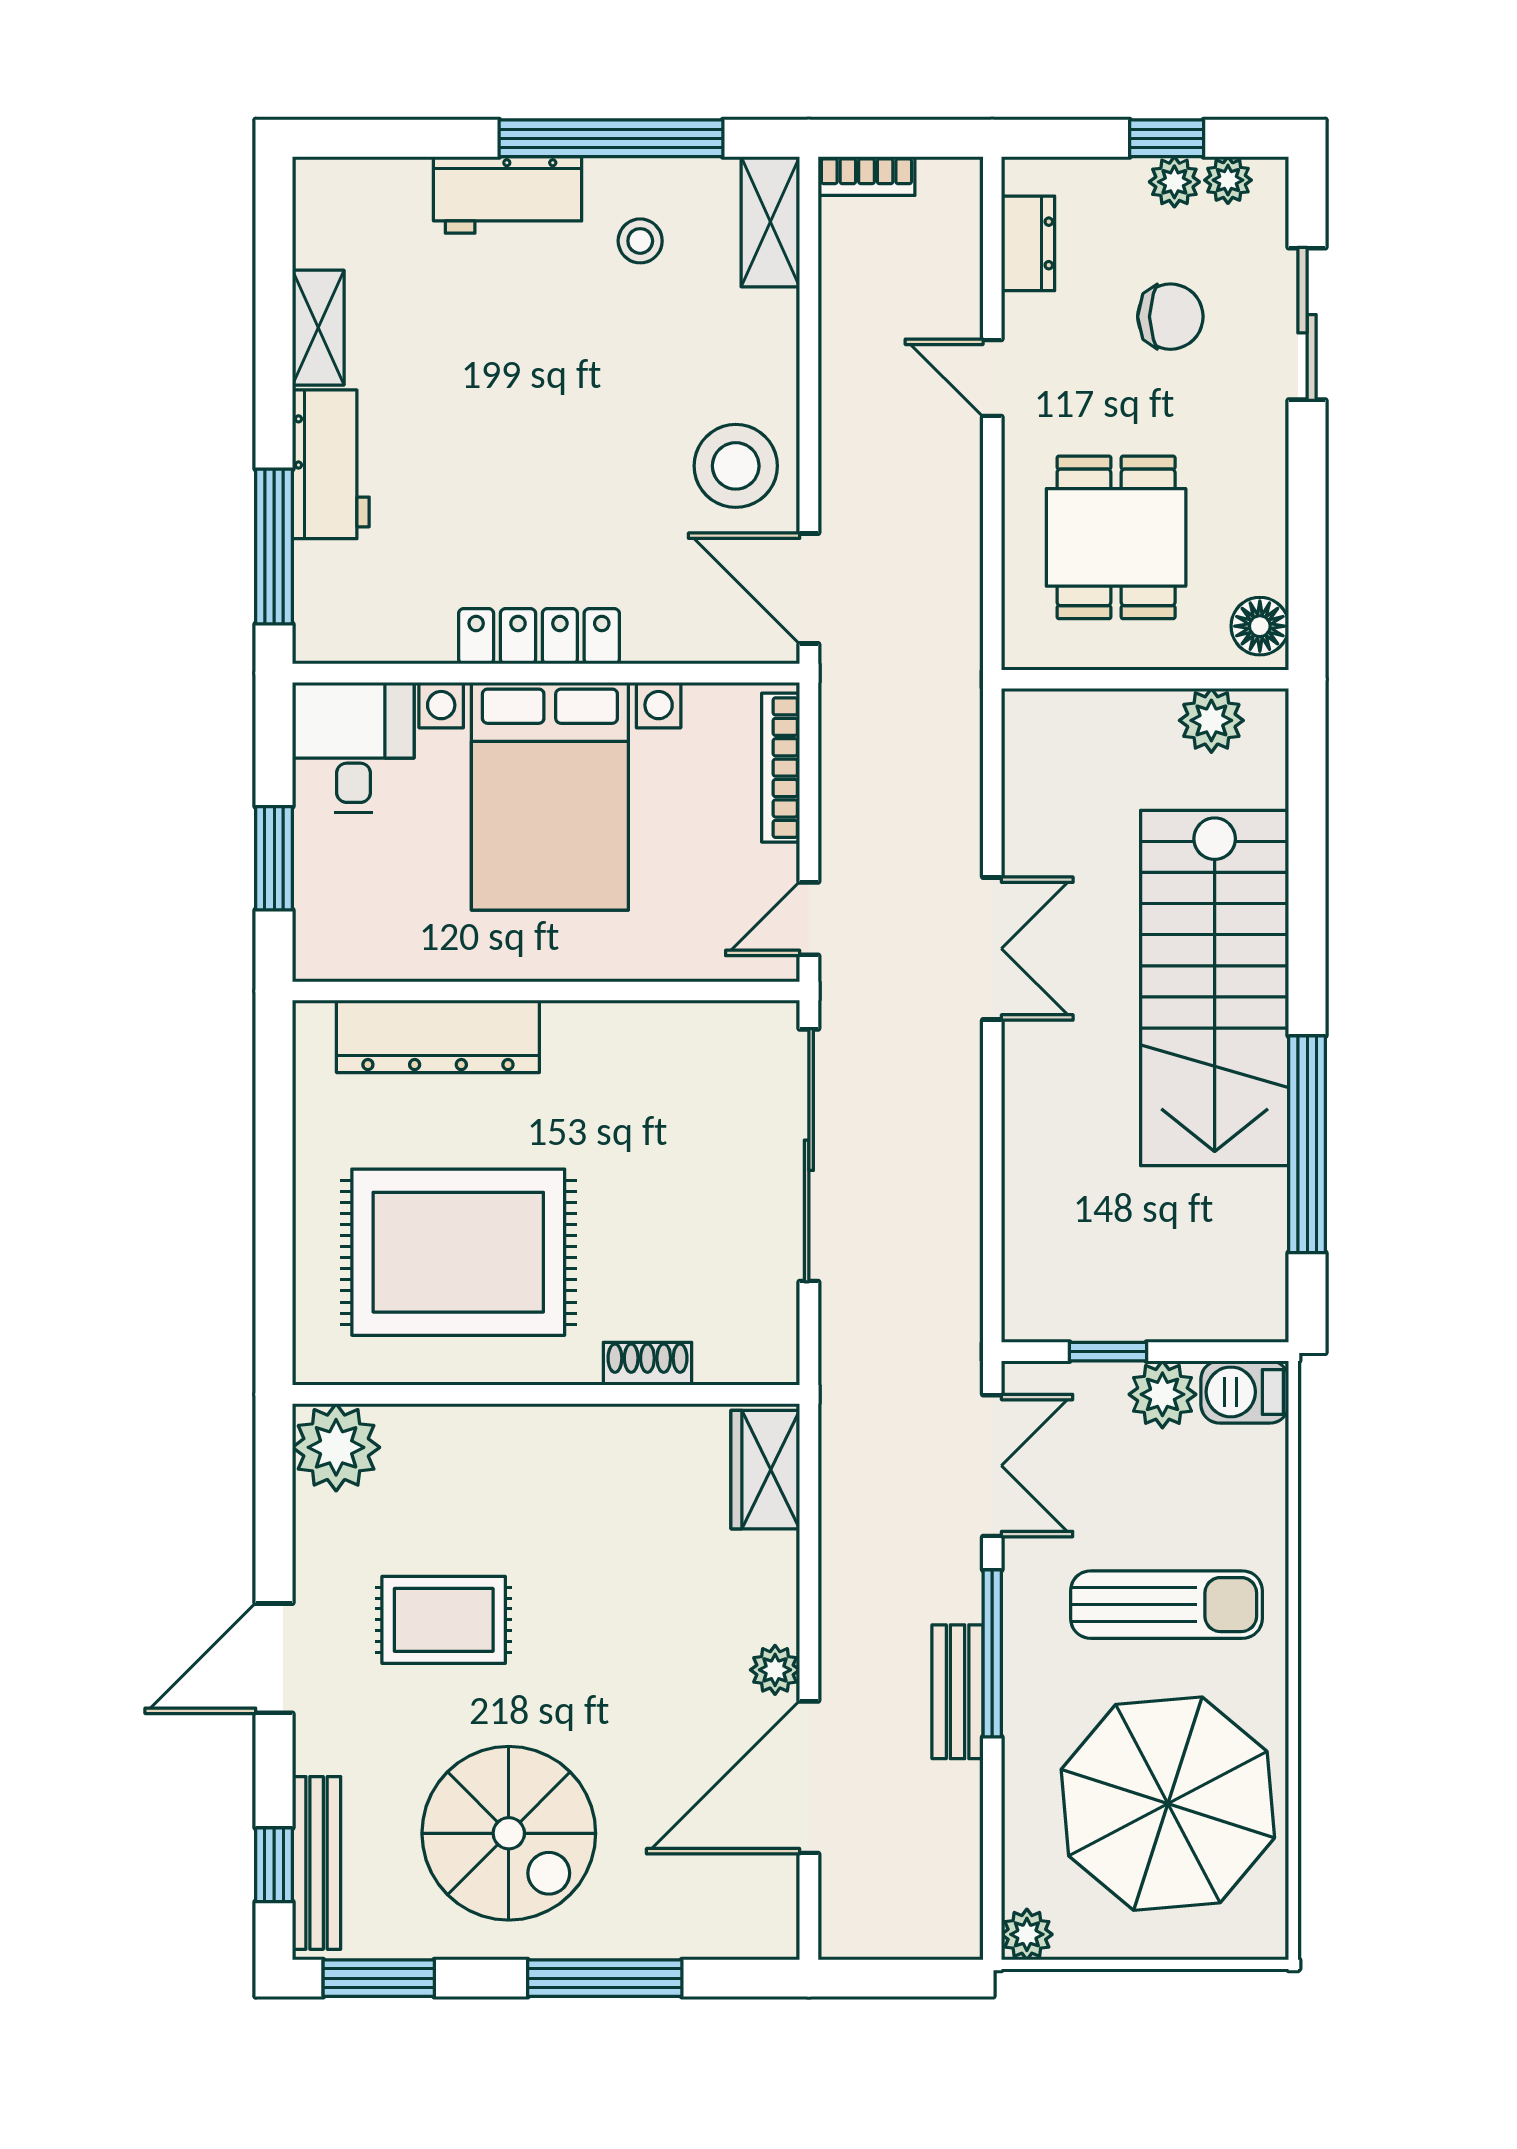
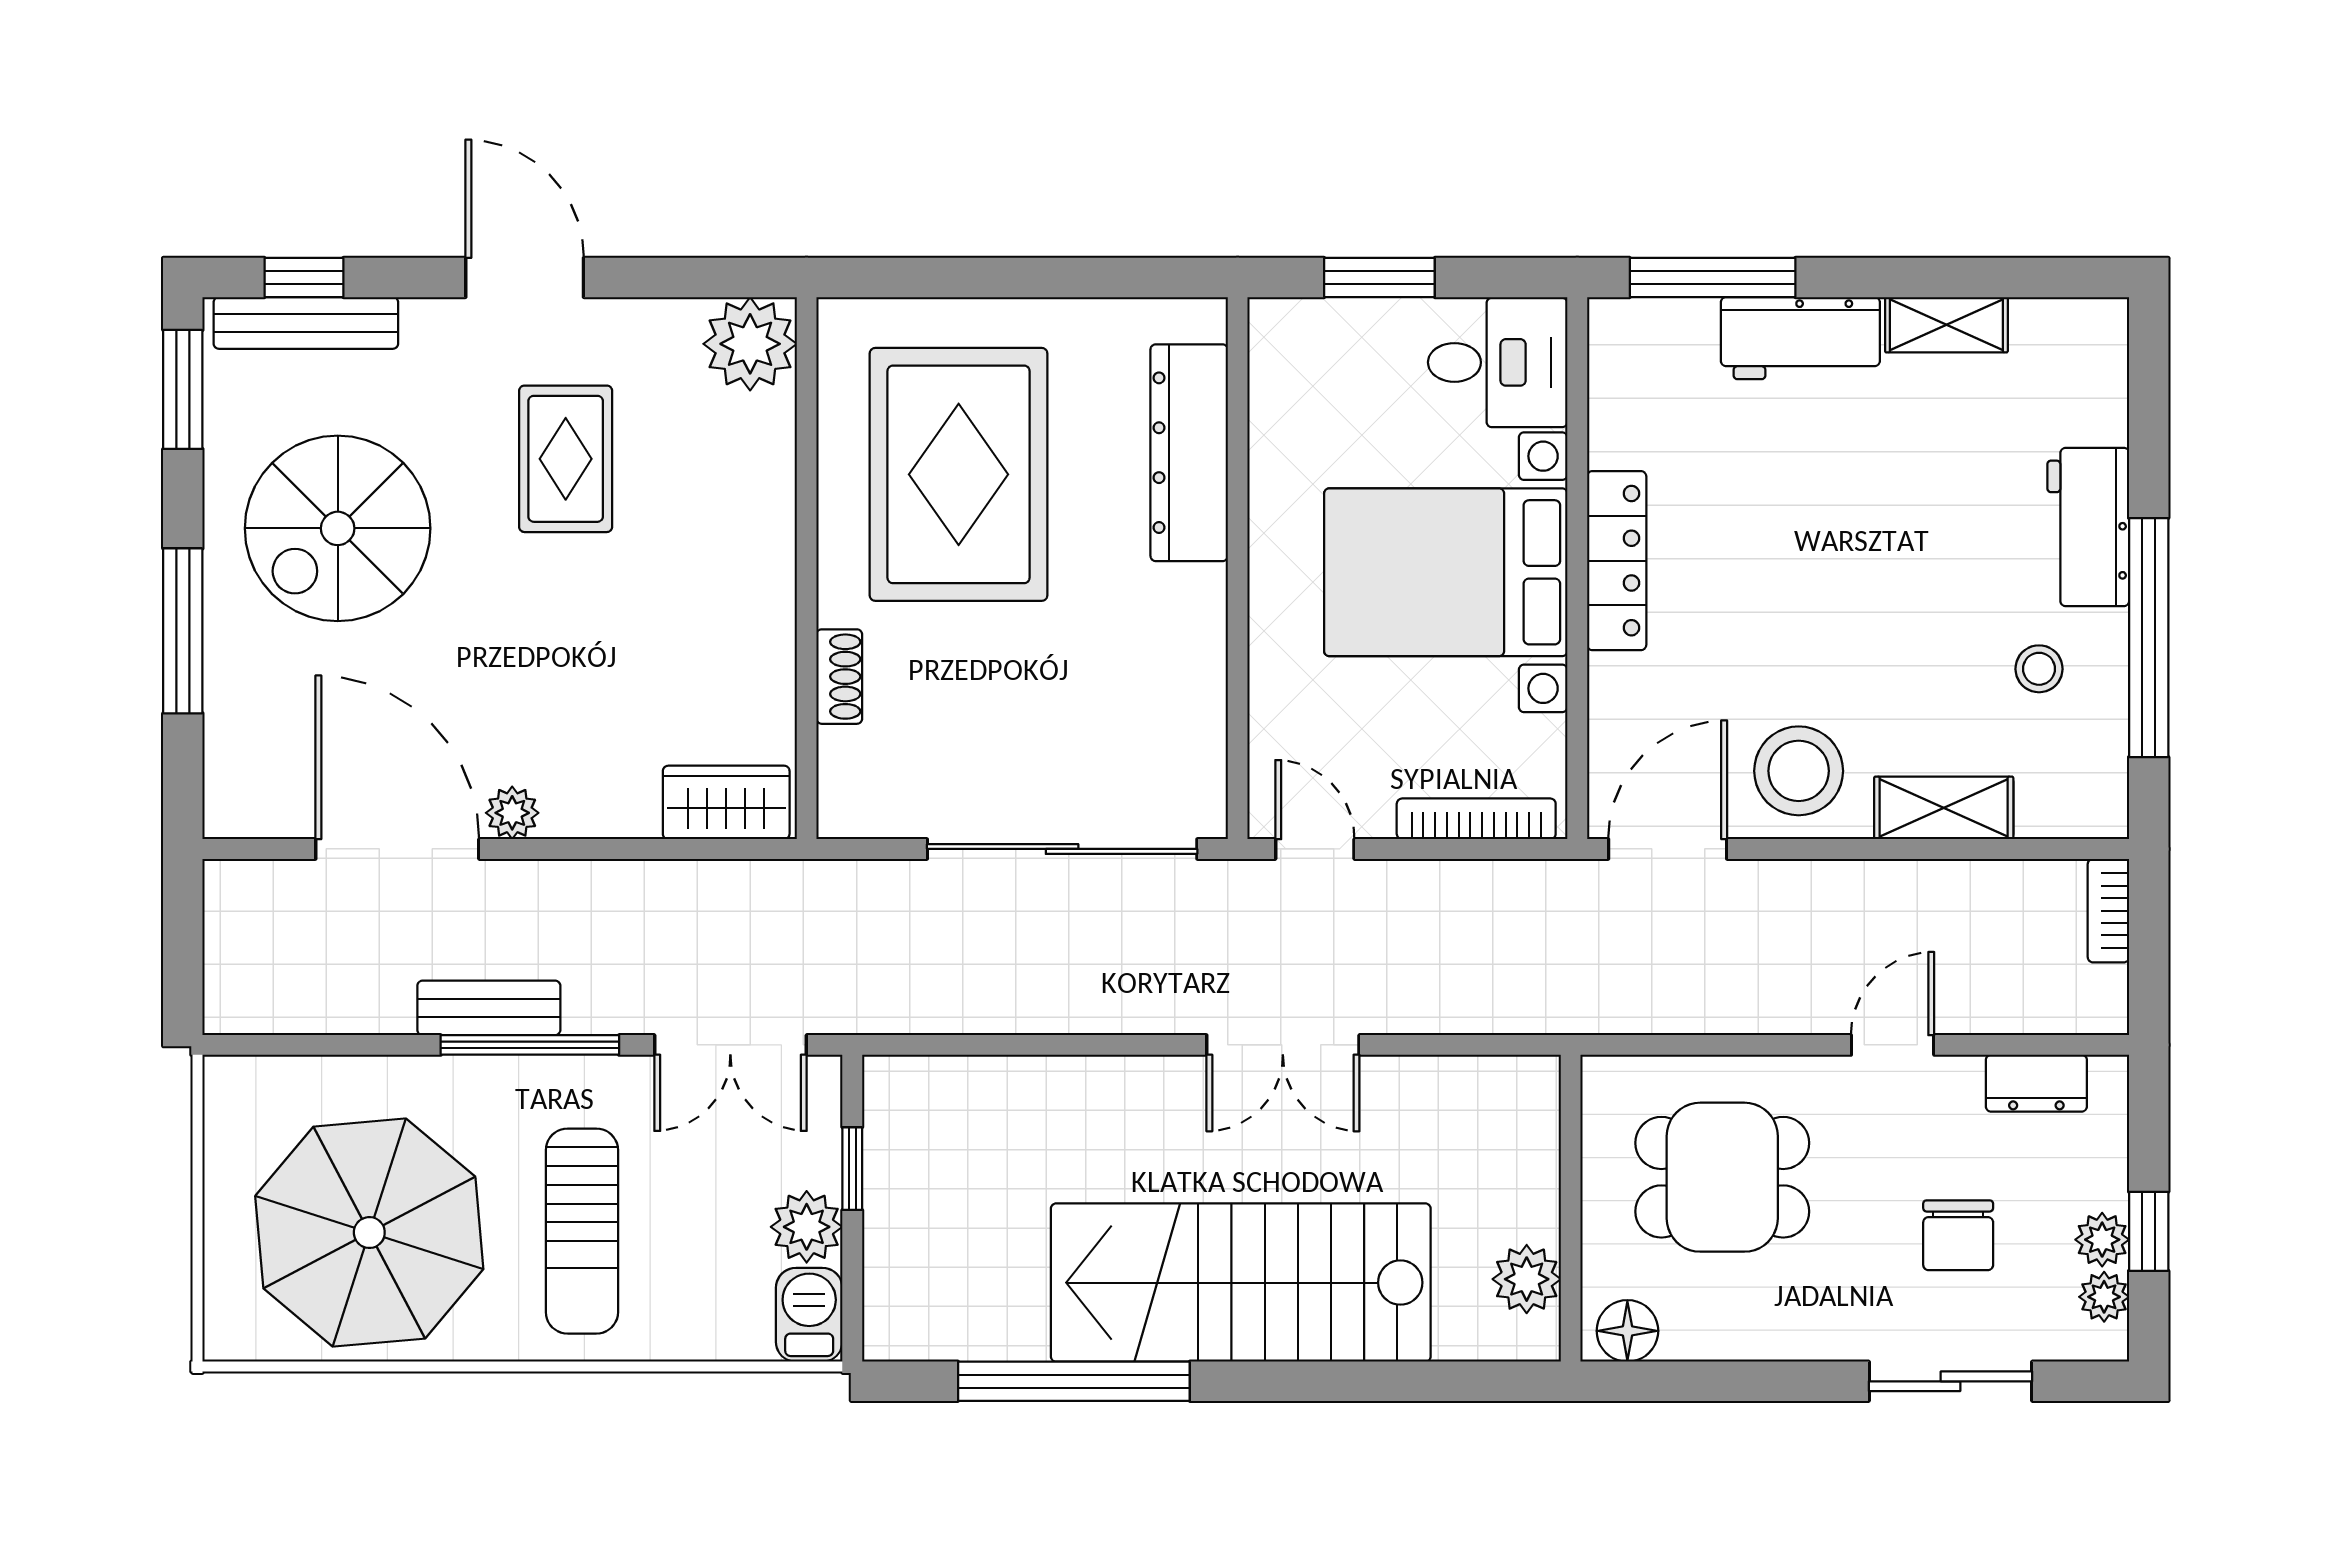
shelving: (770, 222) -> (1944, 808), moved
plant: (1027, 1934) -> (230, 1082), removed

